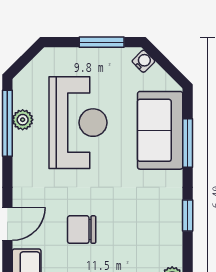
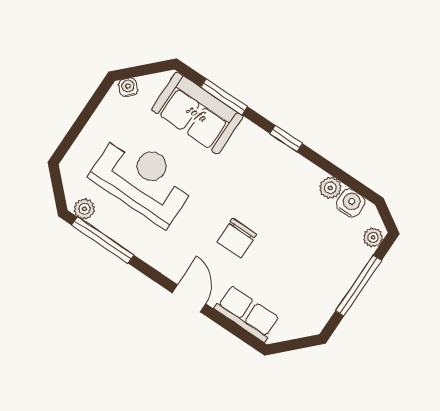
window: (102, 42) -> (88, 112), removed
plant: (23, 120) -> (85, 209), moved

